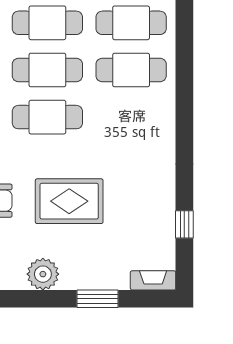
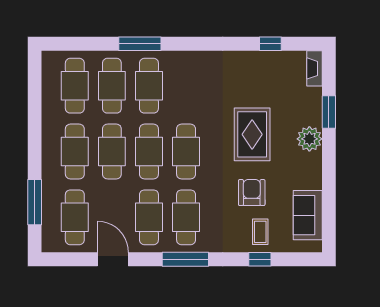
window: (184, 58) -> (140, 44), added
plant: (43, 274) -> (309, 139), moved

